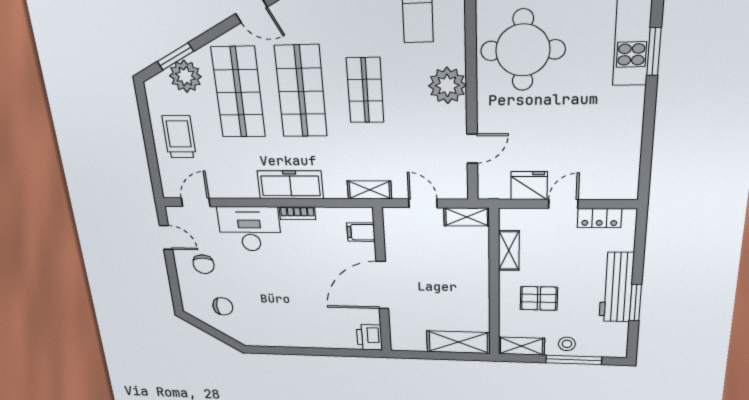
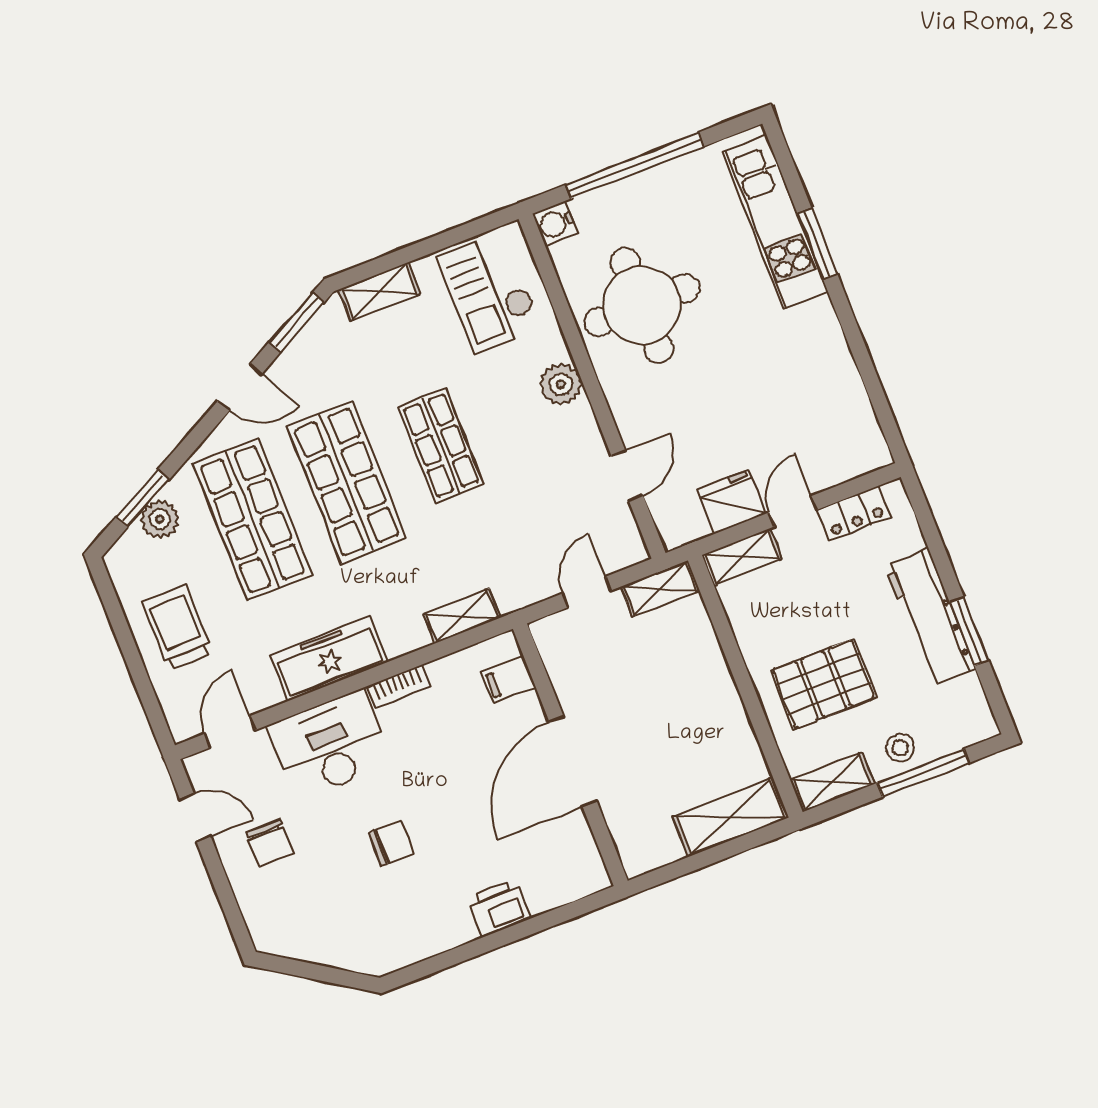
plant: (185, 76) -> (160, 519), width x0.73, depth x0.73
plant: (447, 85) -> (561, 384), width x0.73, depth x0.73
freezer: (290, 185) -> (329, 659), moved
shelving: (369, 190) -> (462, 616), moved
door: (423, 203) -> (587, 592), hinge flipped
shelving: (509, 250) -> (742, 557), moved, turned 90
pallet: (539, 298) -> (823, 684), width x1.50, depth x1.42
chair: (223, 306) -> (391, 843), moved
printer: (369, 337) -> (499, 908), moved, turned 90

